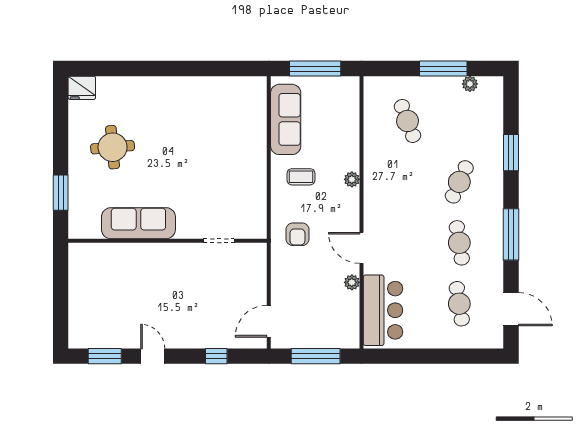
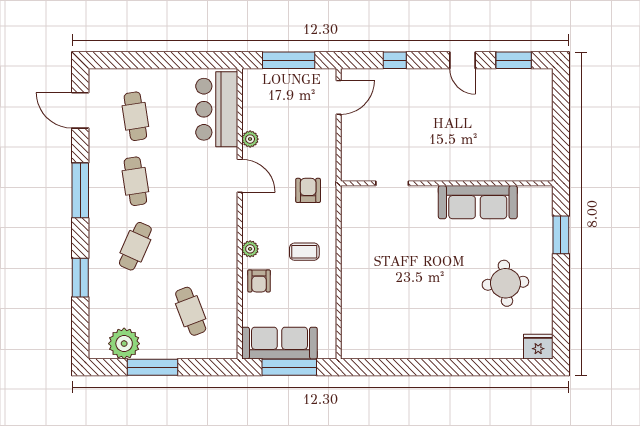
plant: (470, 84) -> (124, 344), width x1.88, depth x1.88
sofa: (286, 119) -> (279, 343), moved, turned 90
armchair: (343, 149) -> (259, 281), added

